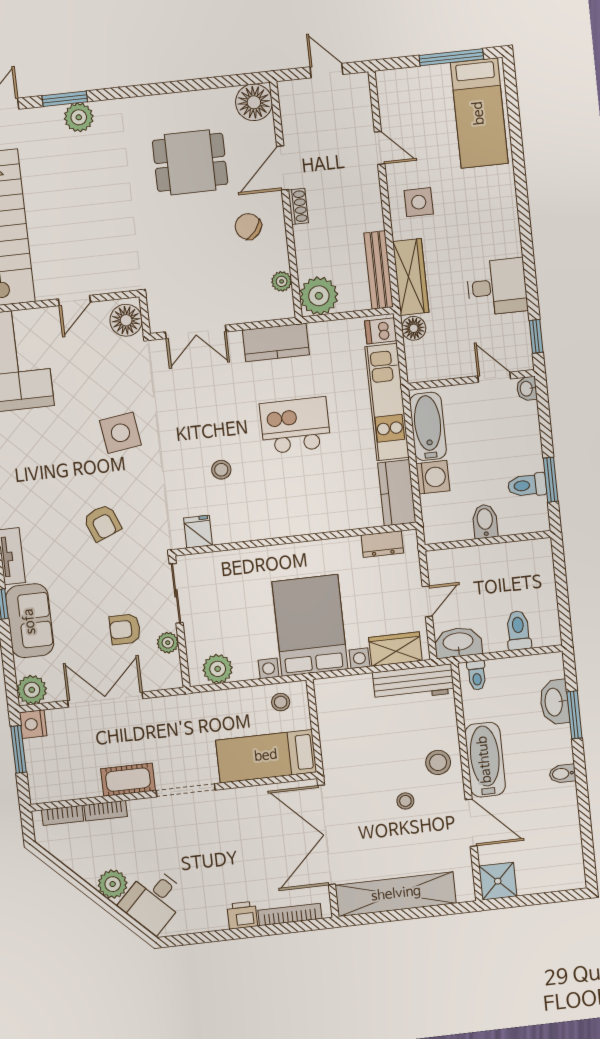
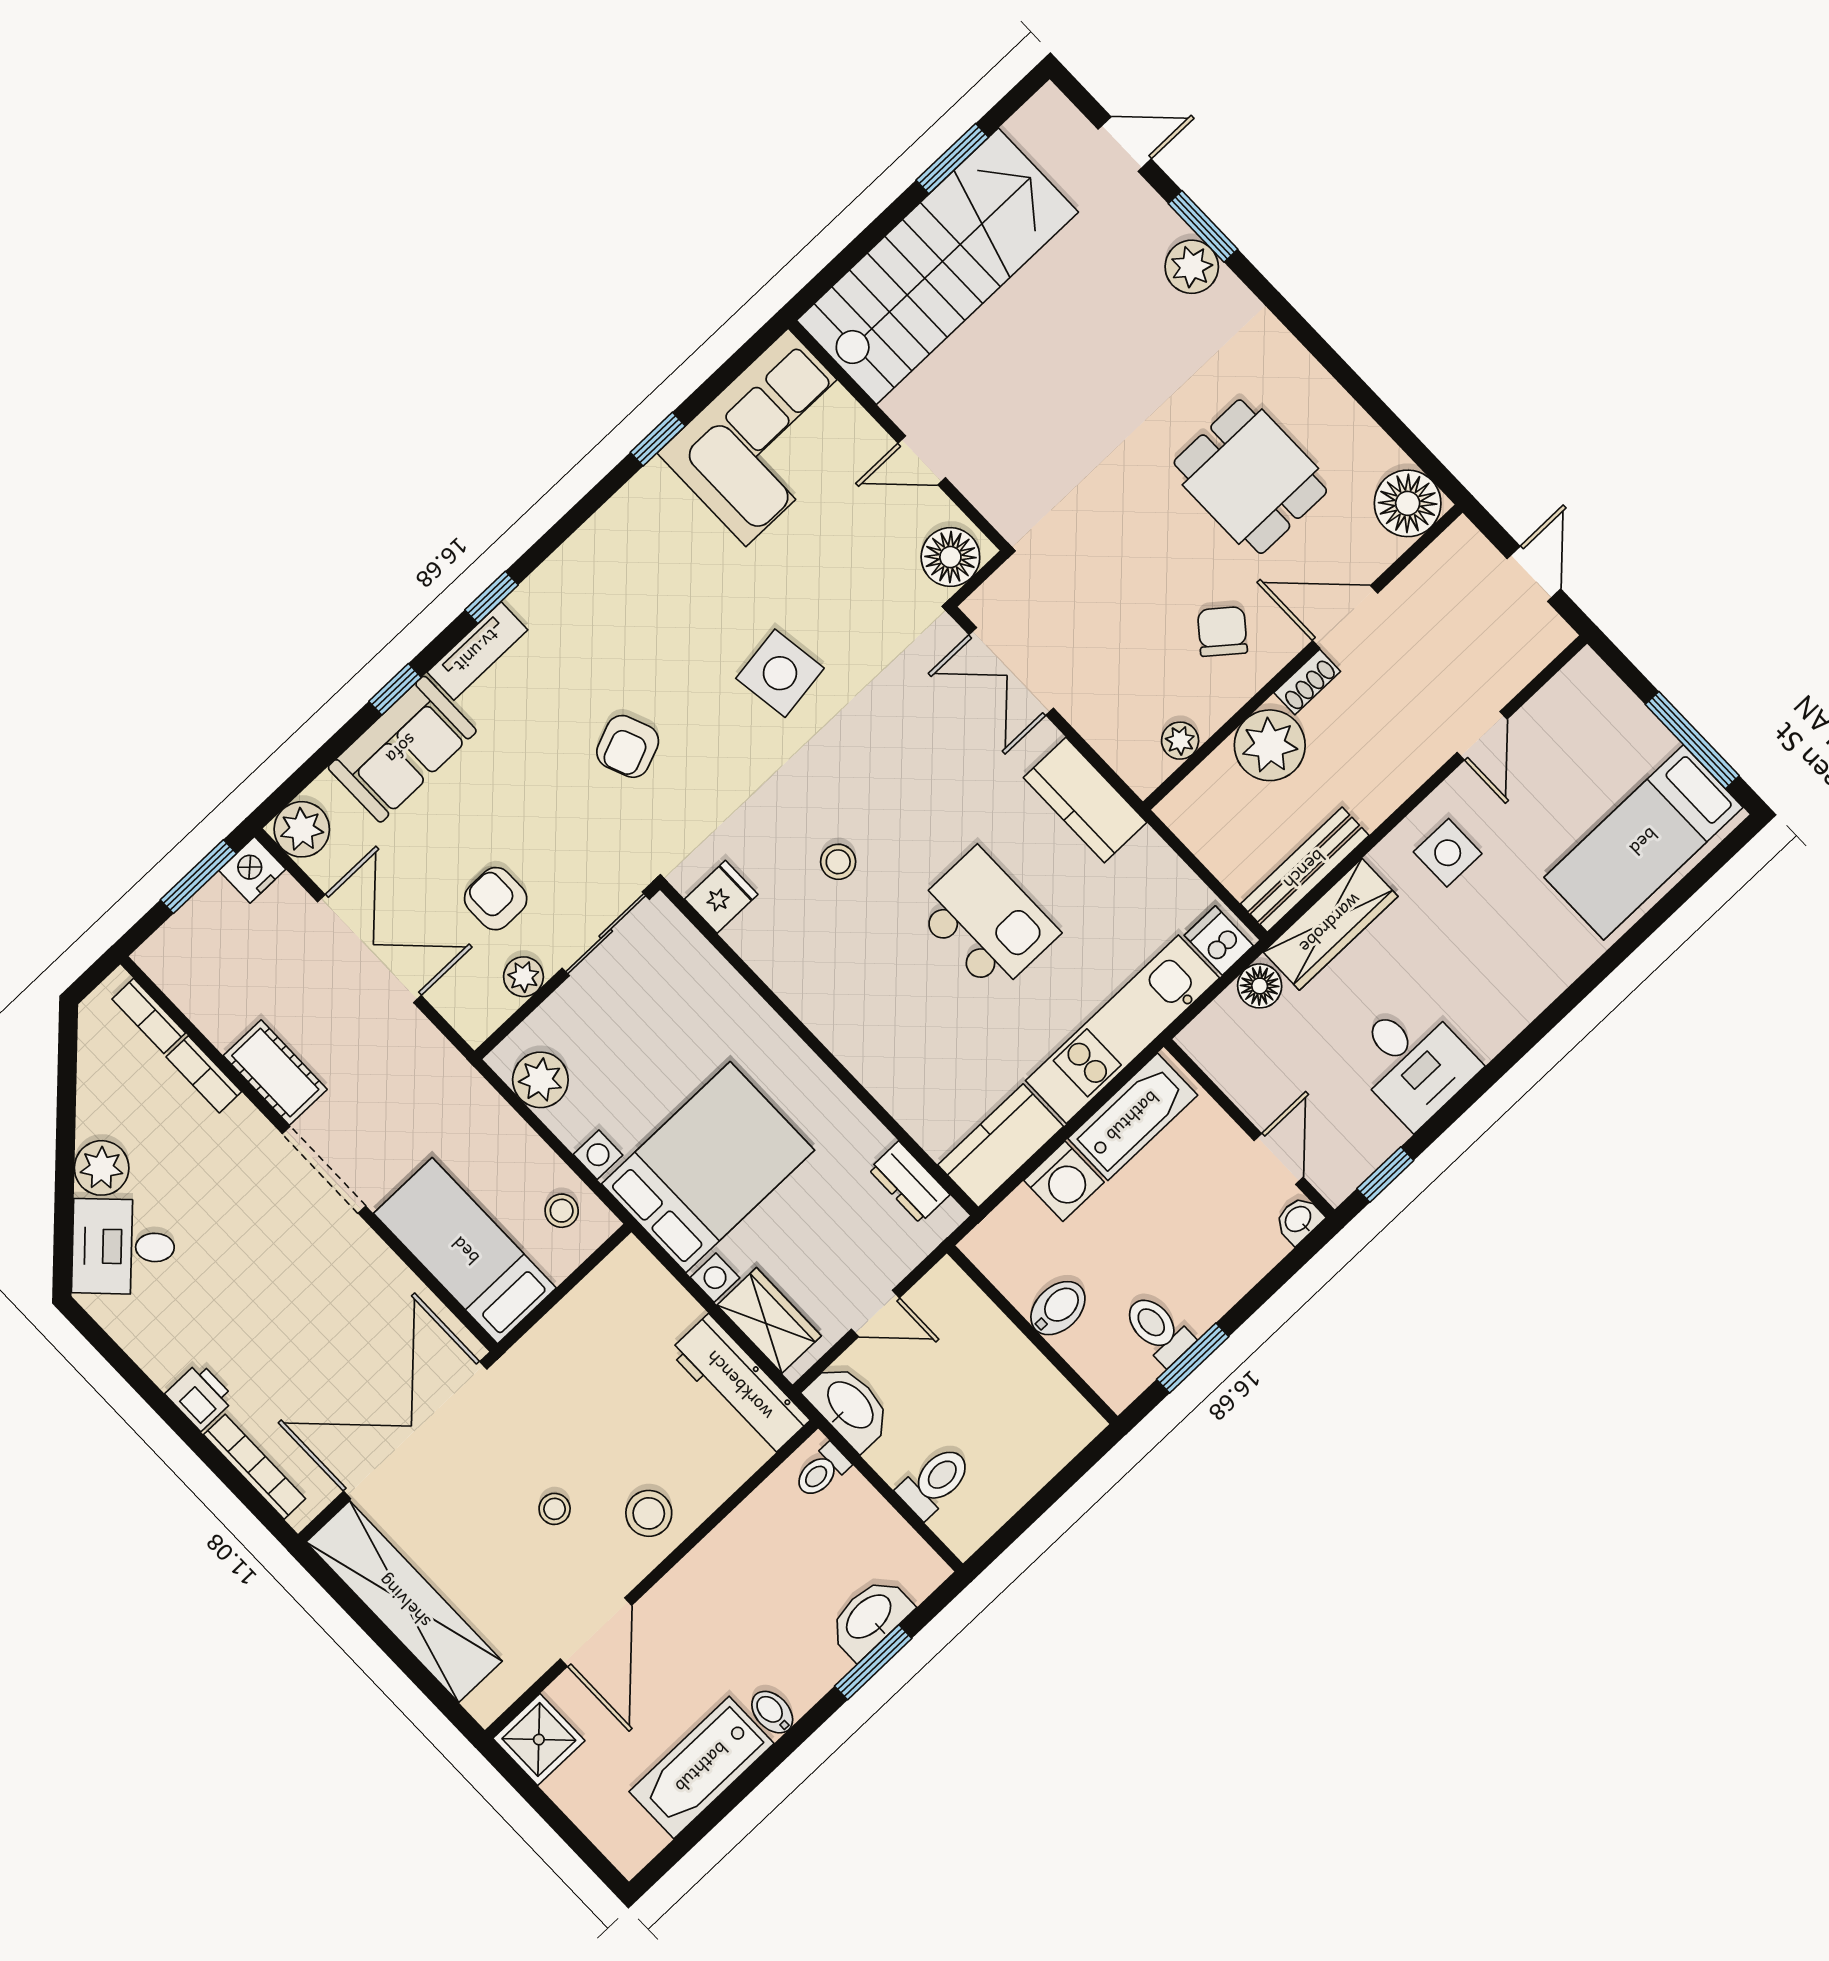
plant: (319, 296) -> (1270, 745), moved
bathtub: (485, 760) -> (702, 1768), moved, turned 180

